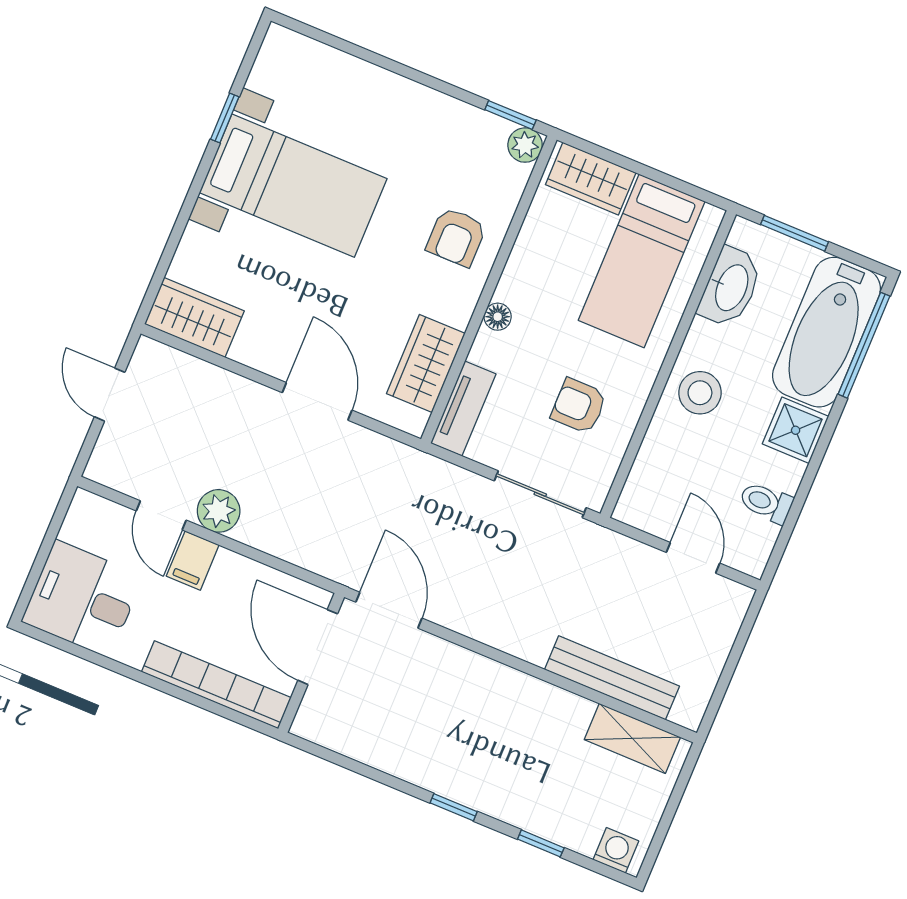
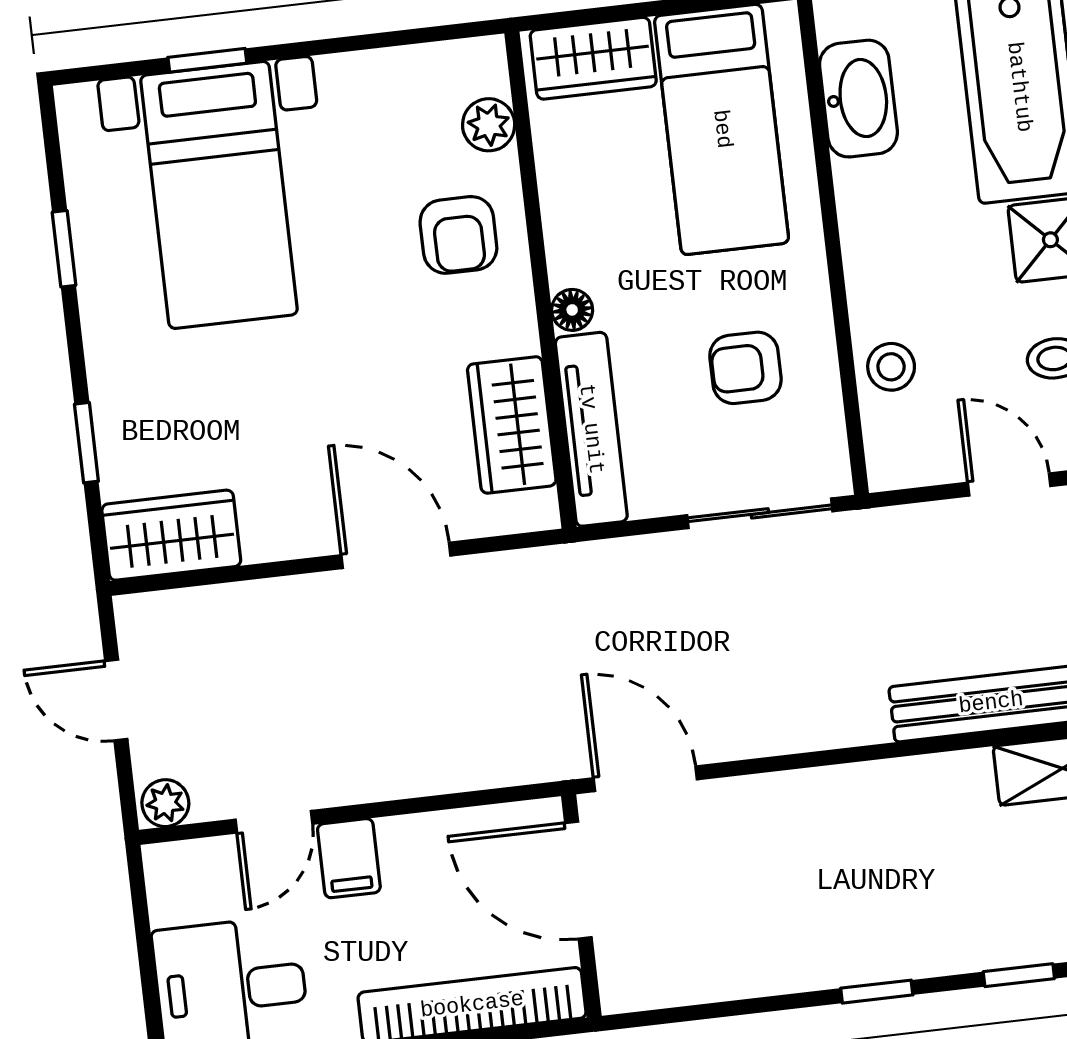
window: (510, 115) -> (207, 60), moved
plant: (525, 145) -> (489, 125), moved
bed with nightstands: (293, 186) -> (219, 195), moved, turned 90
window: (175, 237) -> (86, 443), added
stool: (700, 393) -> (891, 367), moved, width x0.73, depth x0.73
tv unit: (463, 408) -> (591, 429), width x1.41
plant: (219, 511) -> (165, 803), moved, width x0.73, depth x0.73
door: (161, 515) -> (274, 822), hinge flipped

